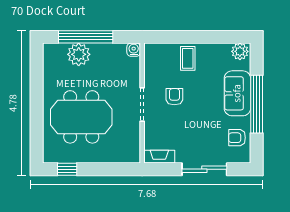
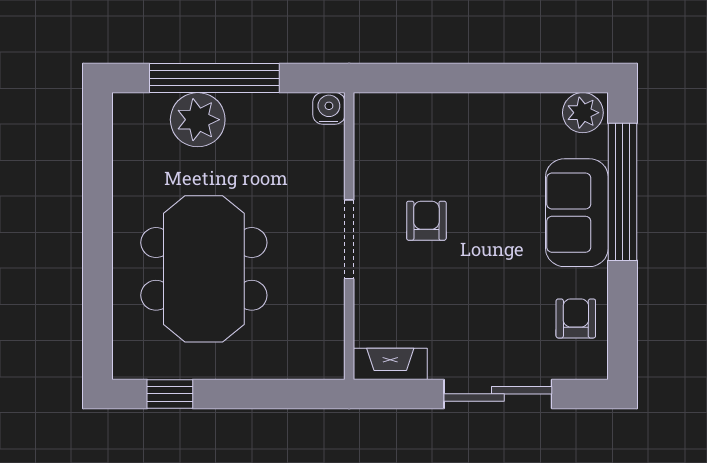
coffee table: (188, 58) -> (458, 129), removed
window: (257, 104) -> (623, 192), moved
meeting table: (81, 117) -> (204, 269), turned 90
armchair: (237, 138) -> (576, 318), turned 90

